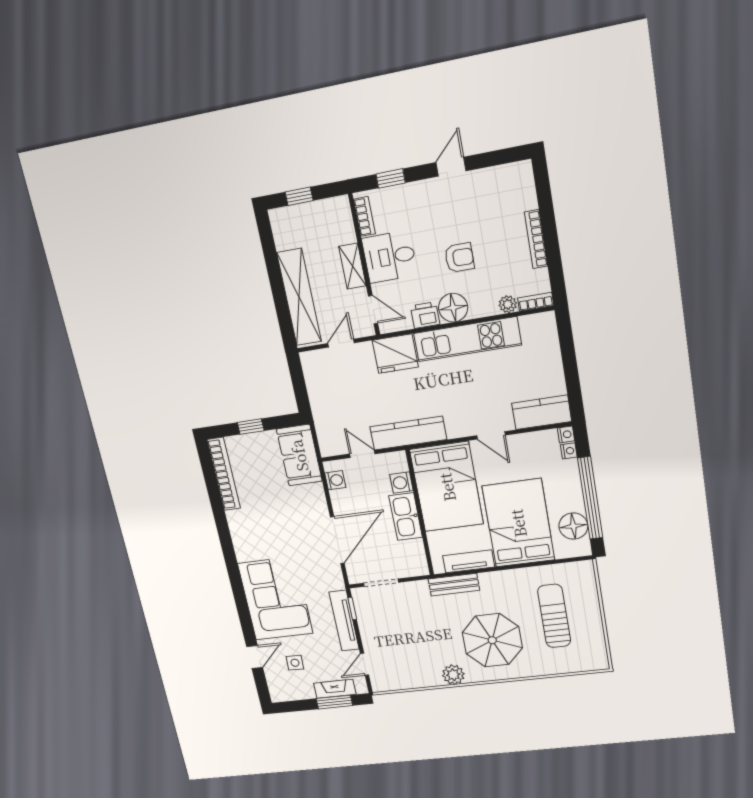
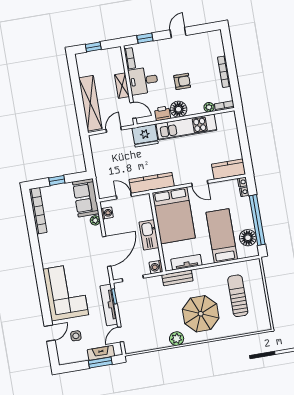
washing machine: (401, 483) -> (156, 267), moved
plant: (317, 491) -> (95, 220), added
bed: (518, 523) -> (222, 236), width x0.67

